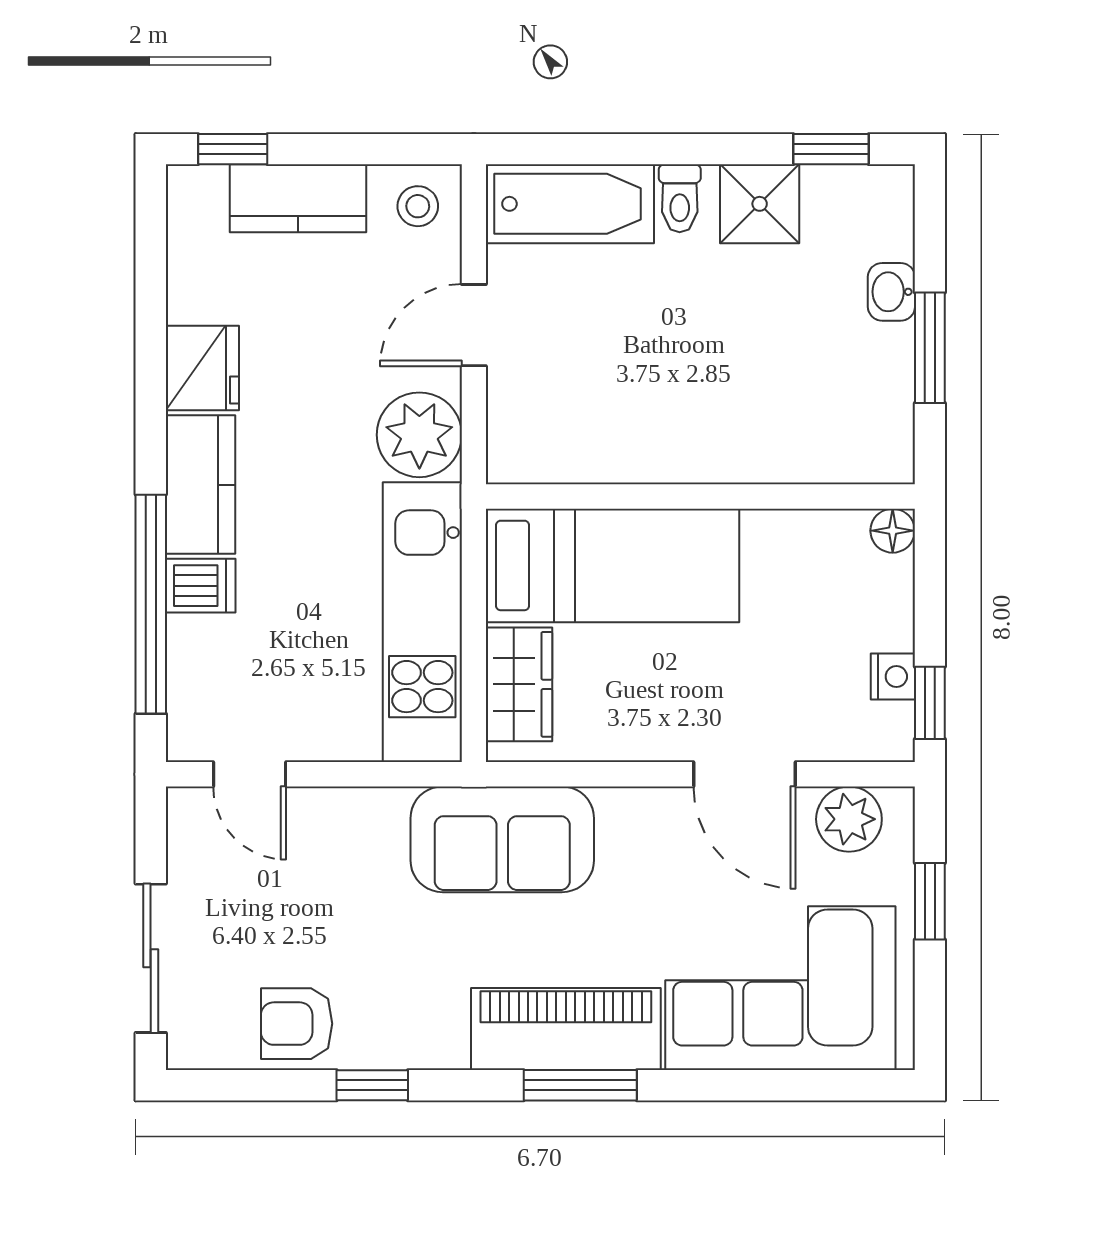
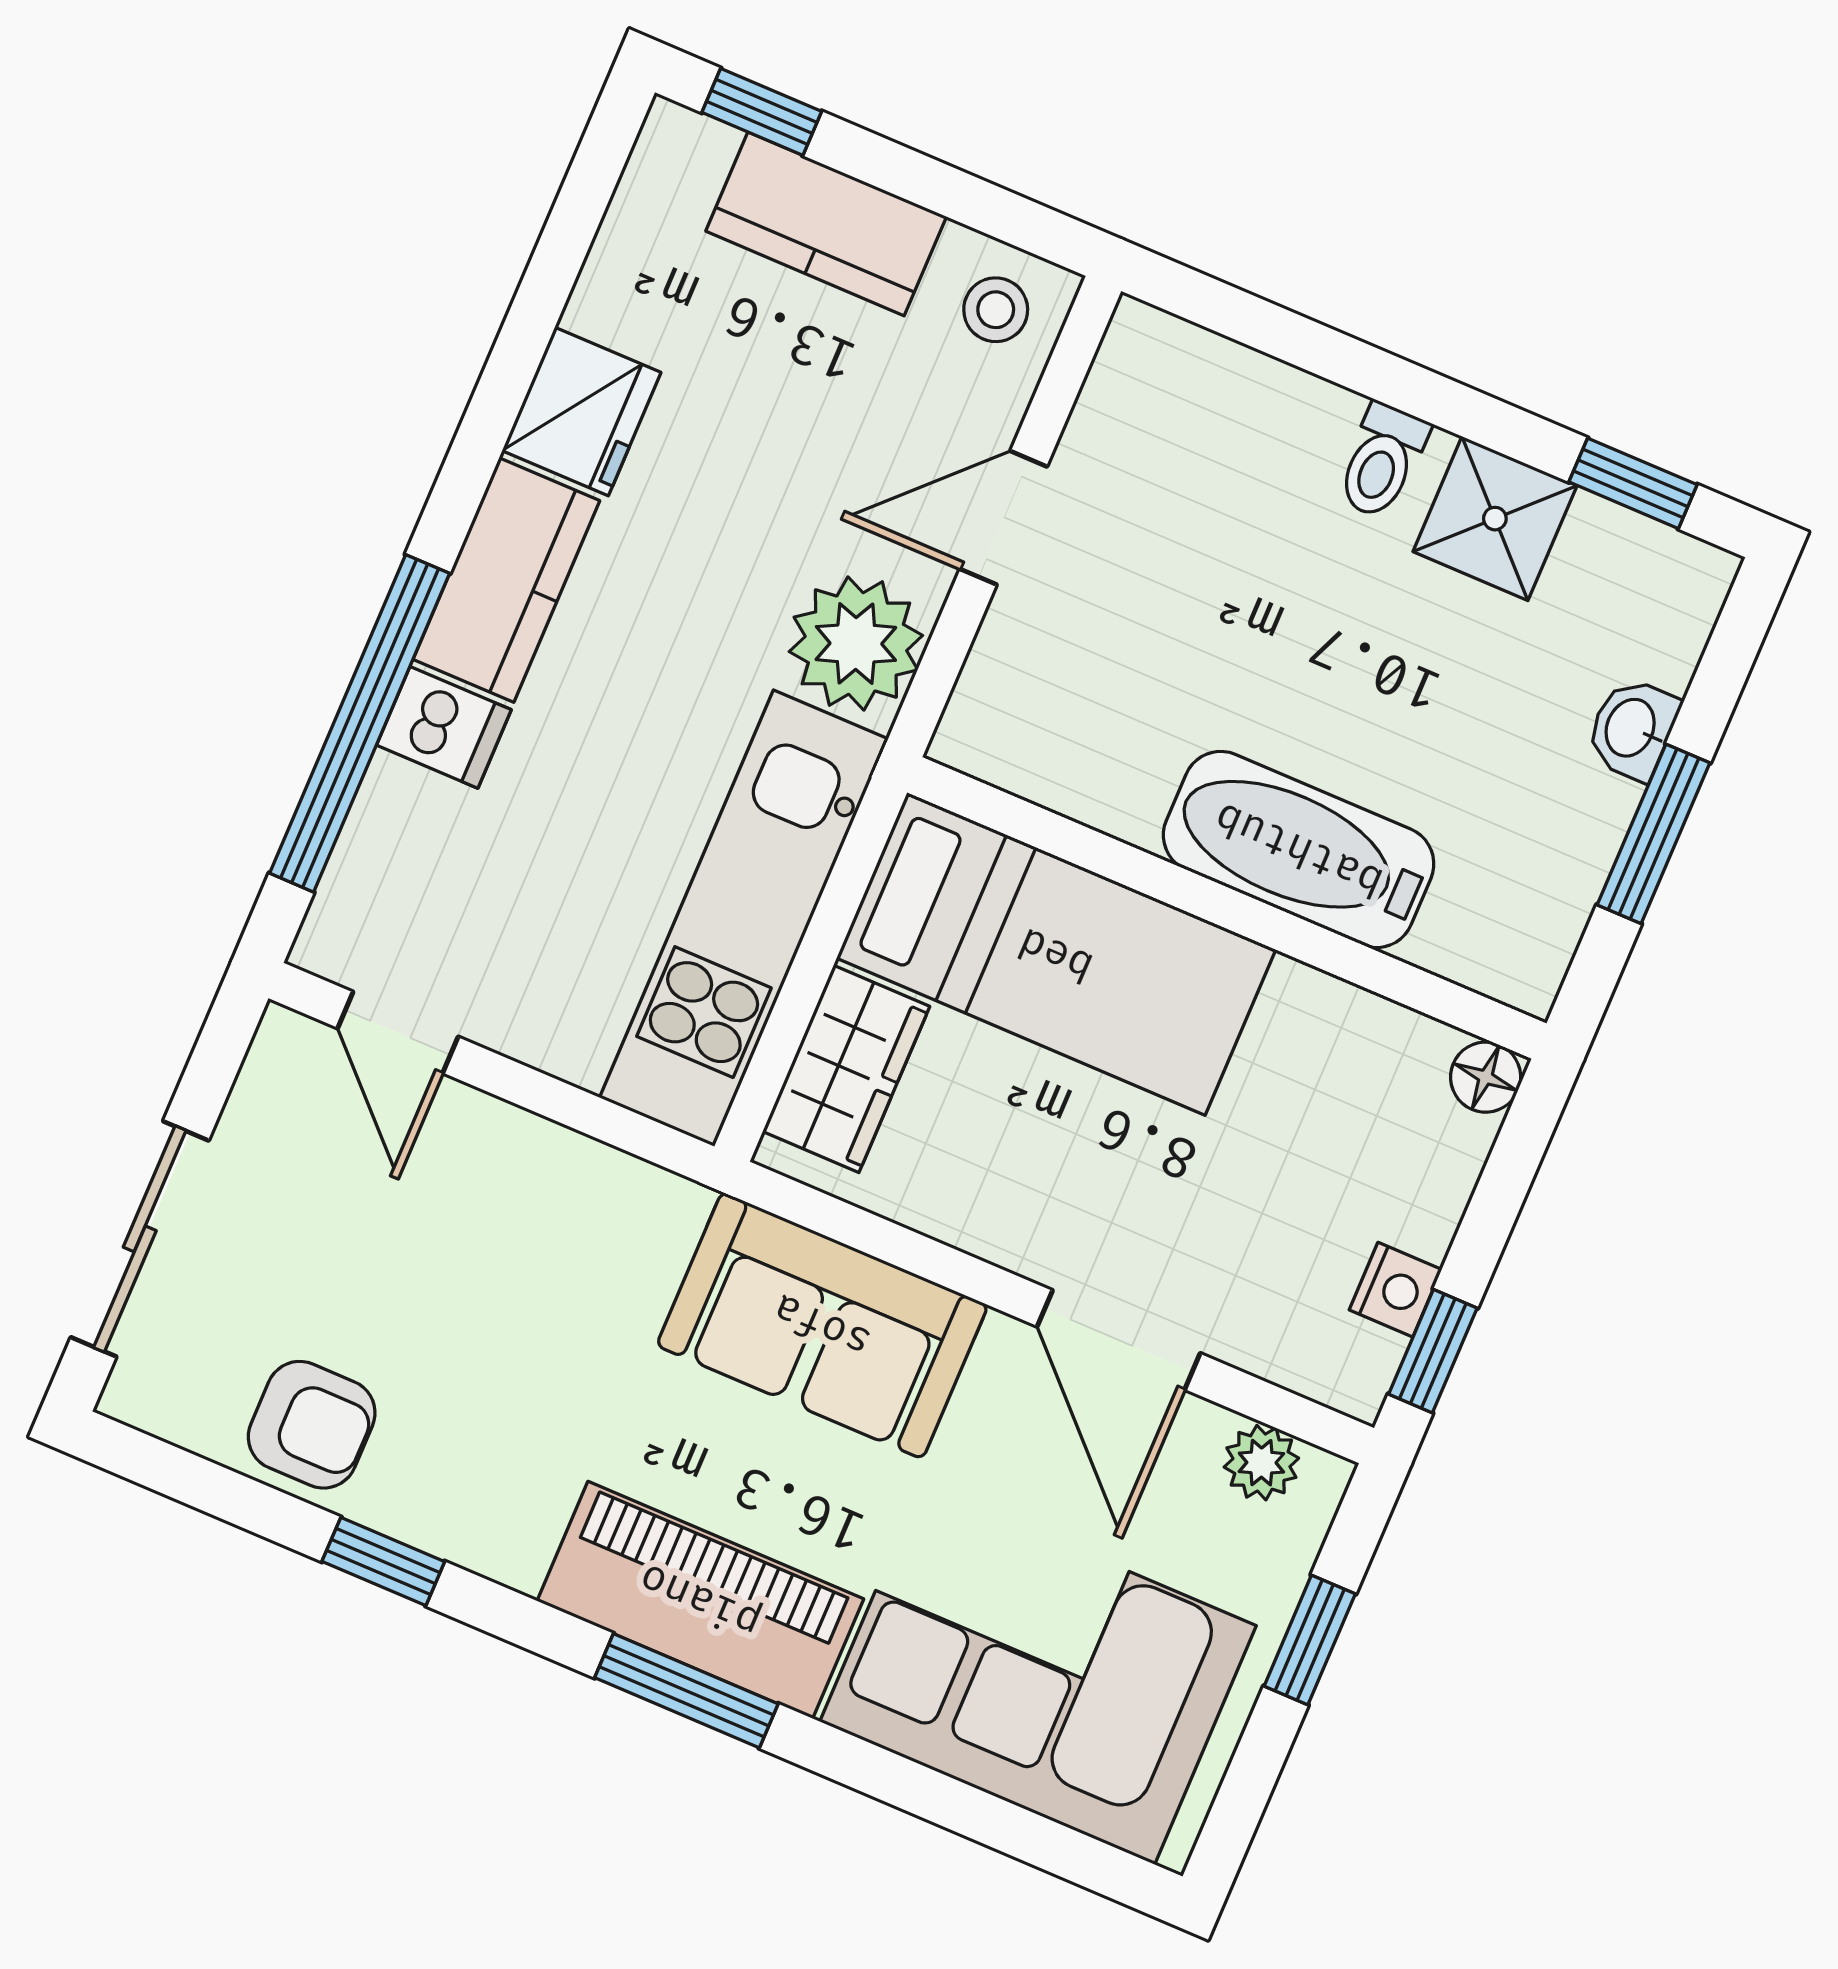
bathtub: (570, 204) -> (1299, 849), moved, turned 180
plant: (849, 819) -> (1261, 1463), width x0.73, depth x0.73
sofa: (502, 839) -> (822, 1325), moved
armchair: (297, 1024) -> (312, 1425), turned 180

